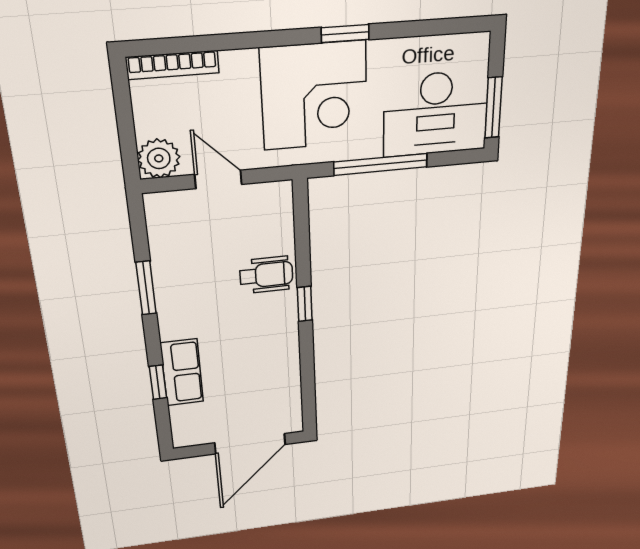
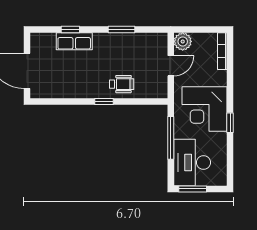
wheelchair: (266, 275) -> (122, 84), turned -90

